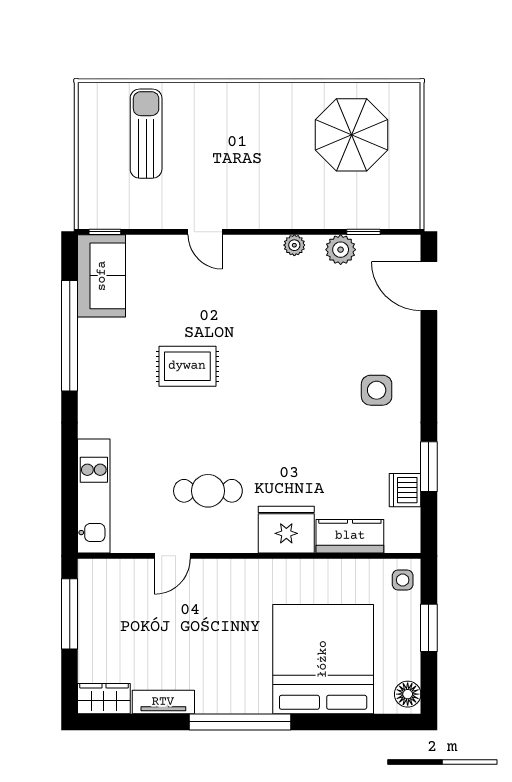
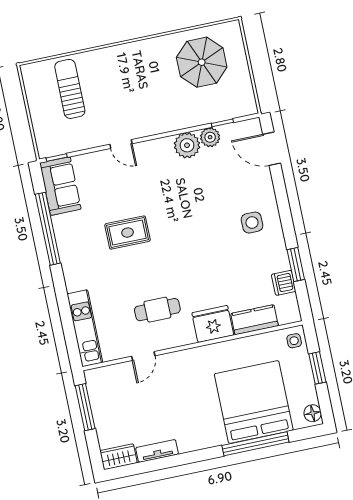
plant: (294, 245) -> (187, 145), width x1.88, depth x1.88
window: (240, 722) -> (255, 444), moved

